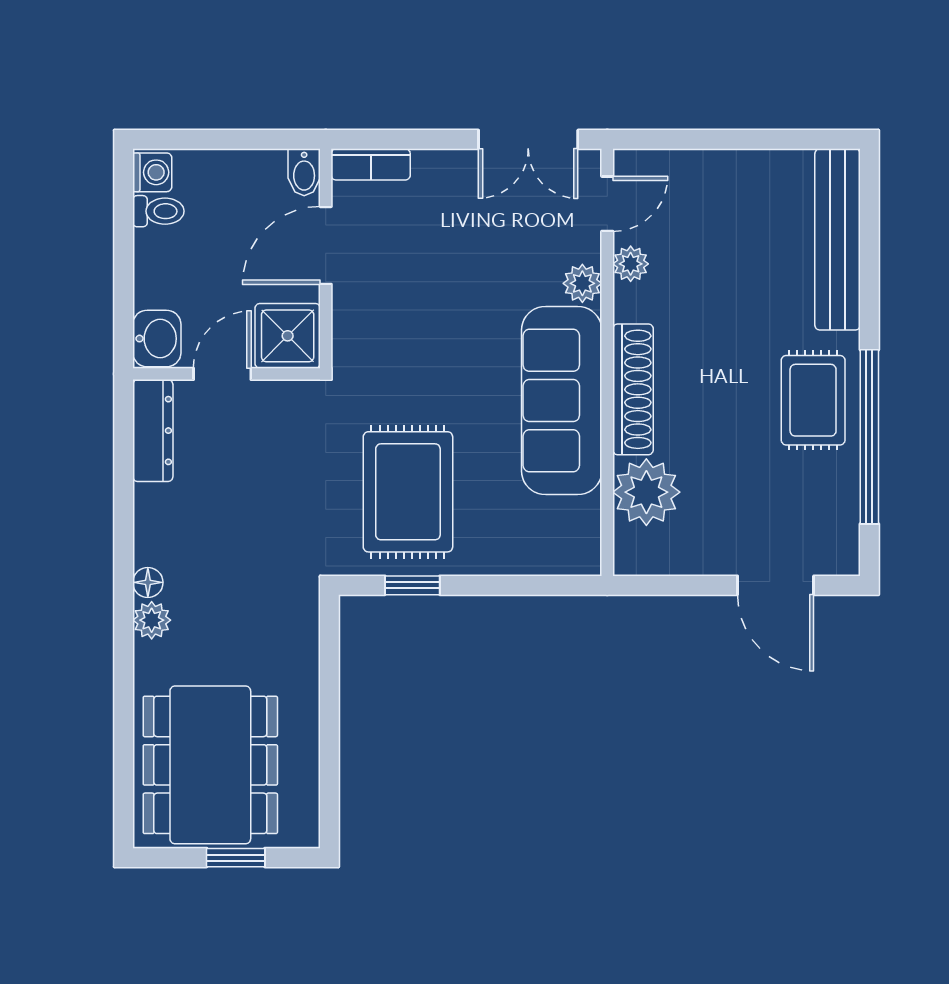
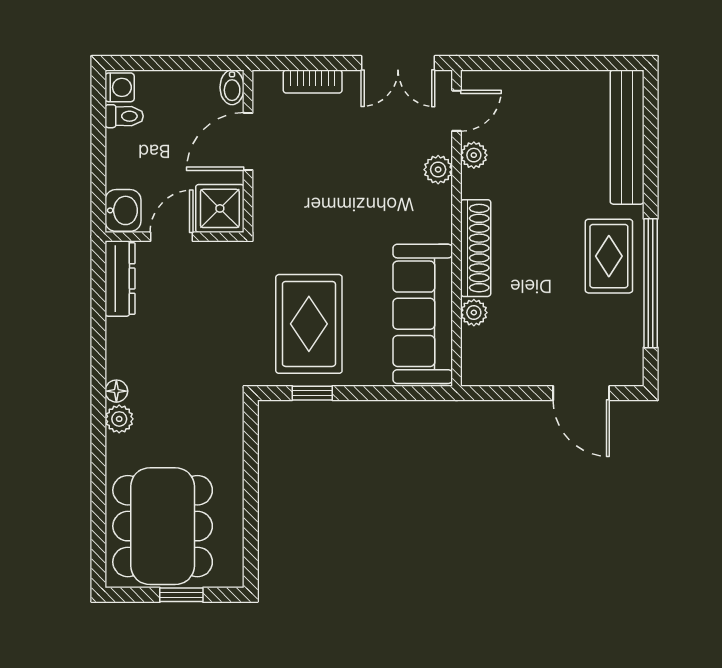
bookcase: (371, 164) -> (313, 82), moved
sofa: (562, 401) -> (423, 314), moved
plant: (646, 492) -> (474, 313), width x0.53, depth x0.53

